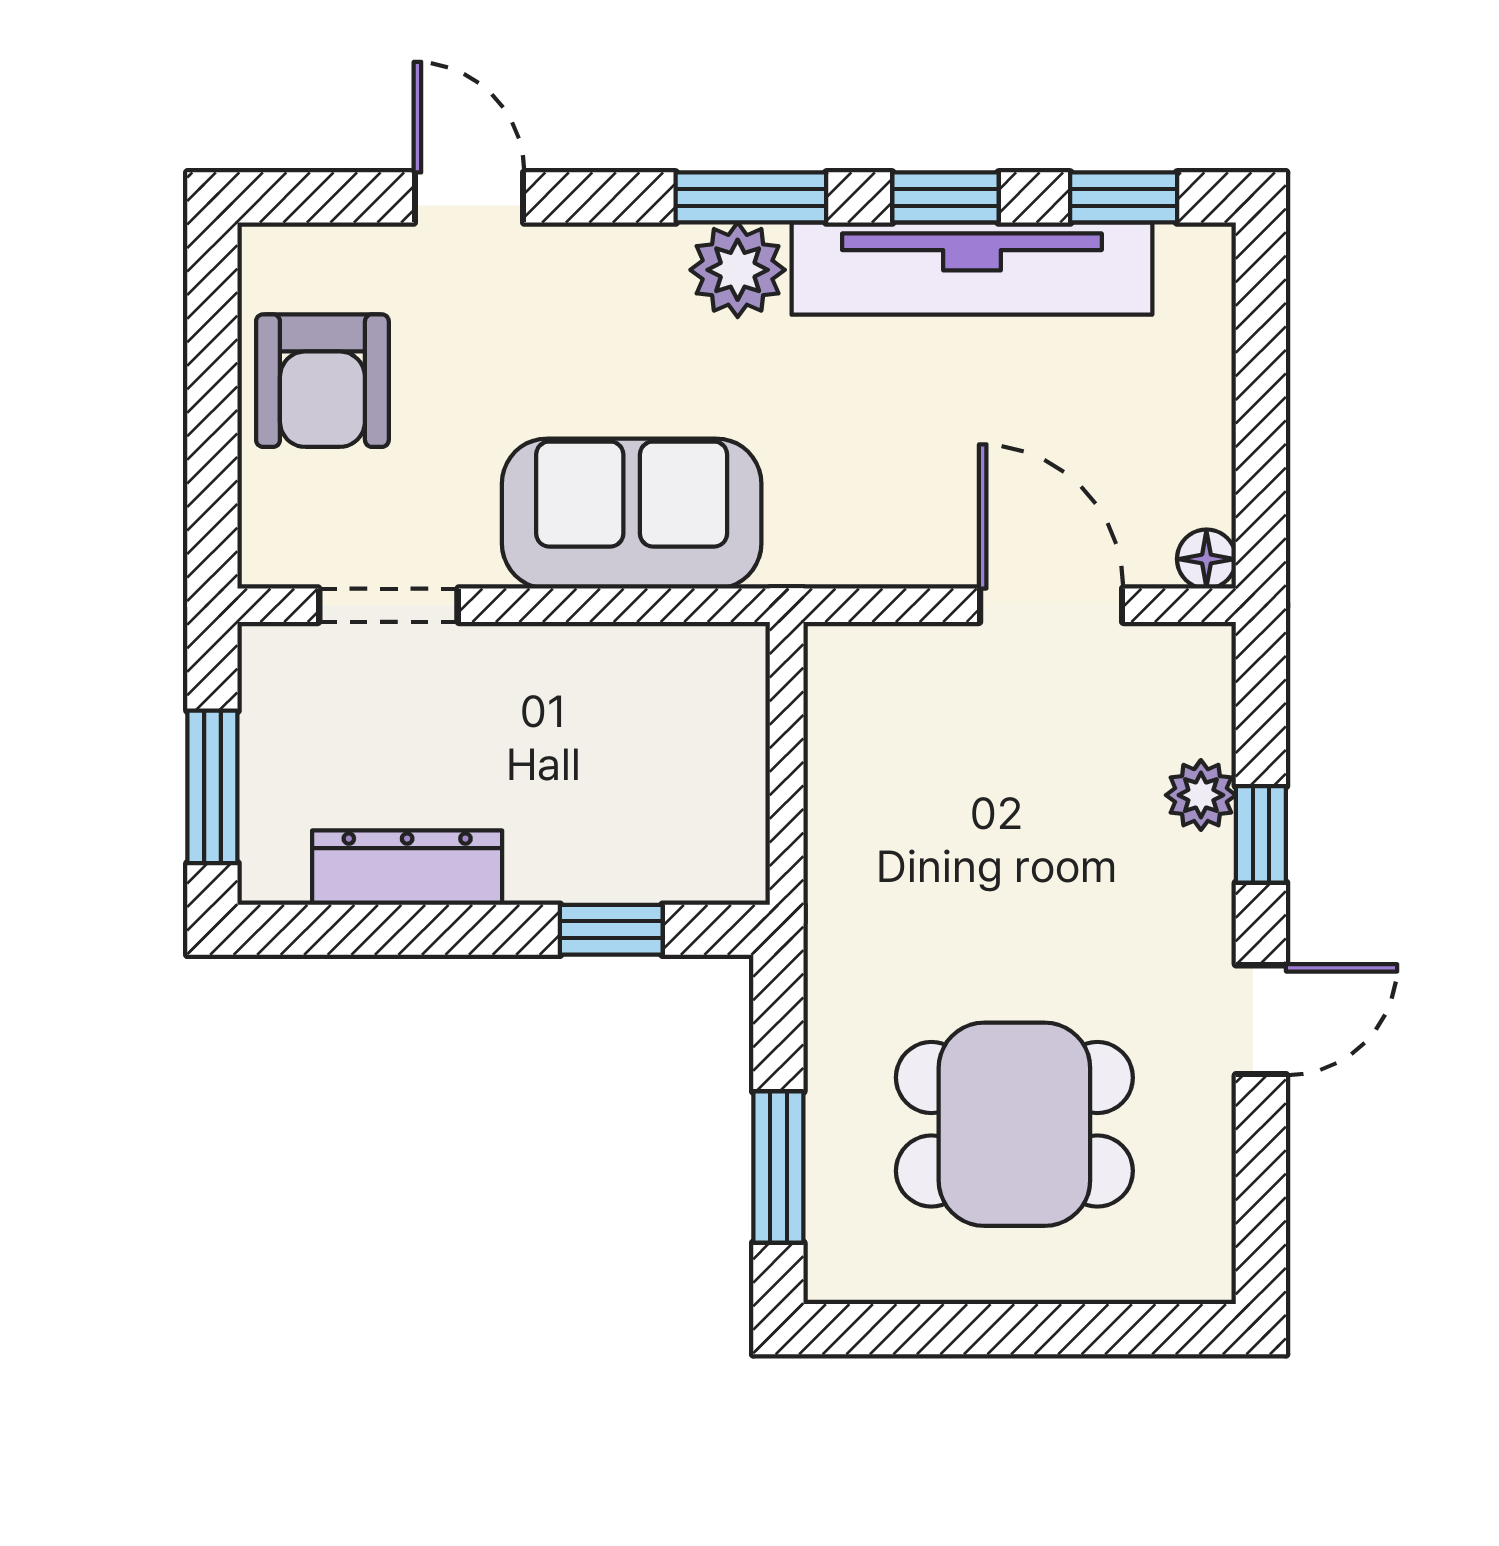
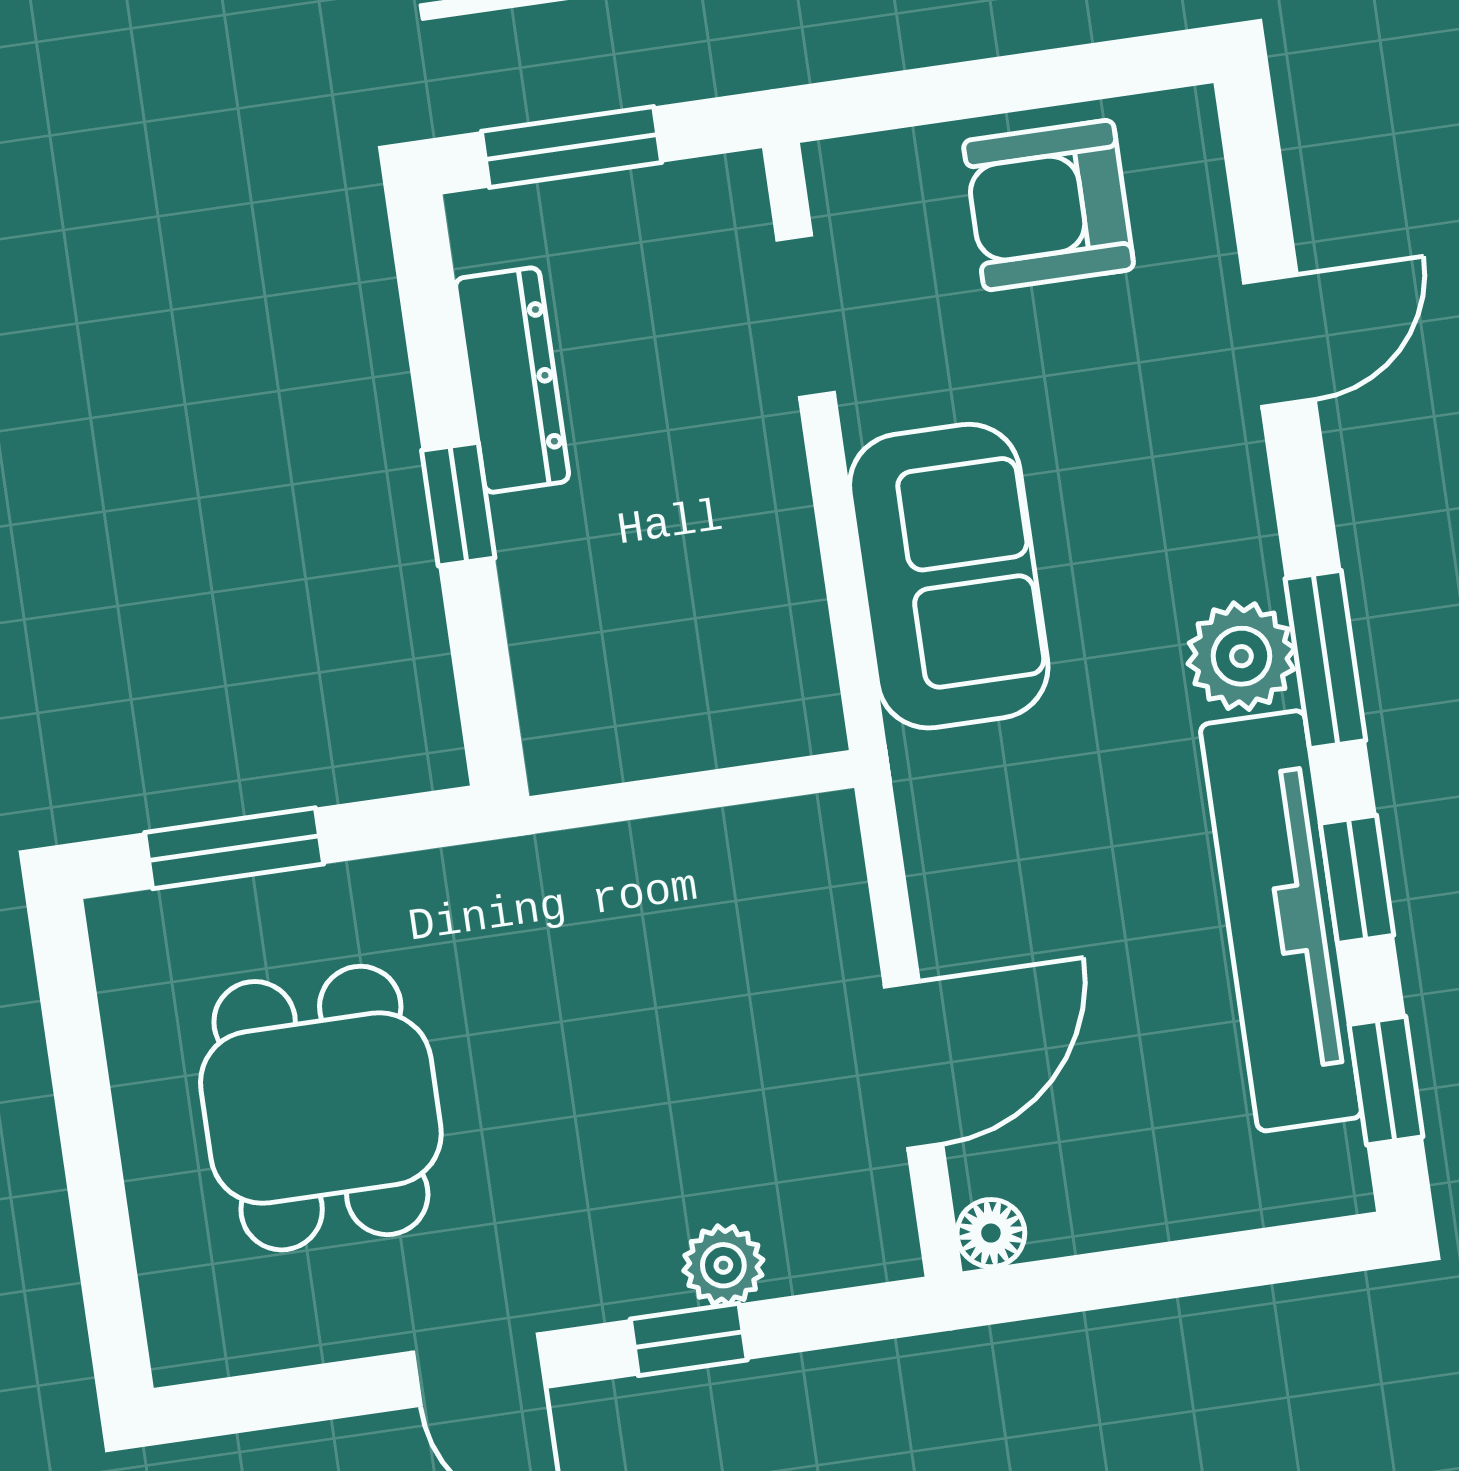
window: (611, 930) -> (458, 504), moved

